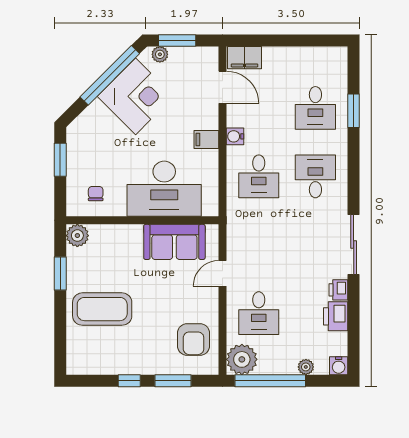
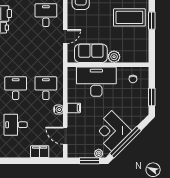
filing cabinet: (244, 58) -> (40, 152), moved
desk: (315, 108) -> (16, 125), turned -90
desk: (315, 176) -> (16, 88), turned 180
plant: (77, 236) -> (114, 57), moved
window: (60, 274) -> (152, 21), moved

